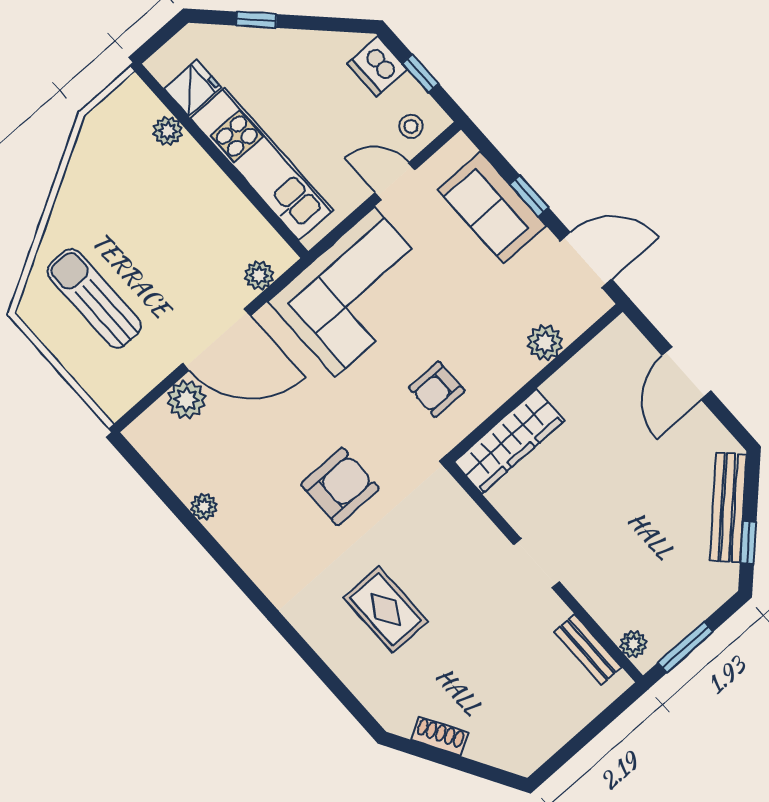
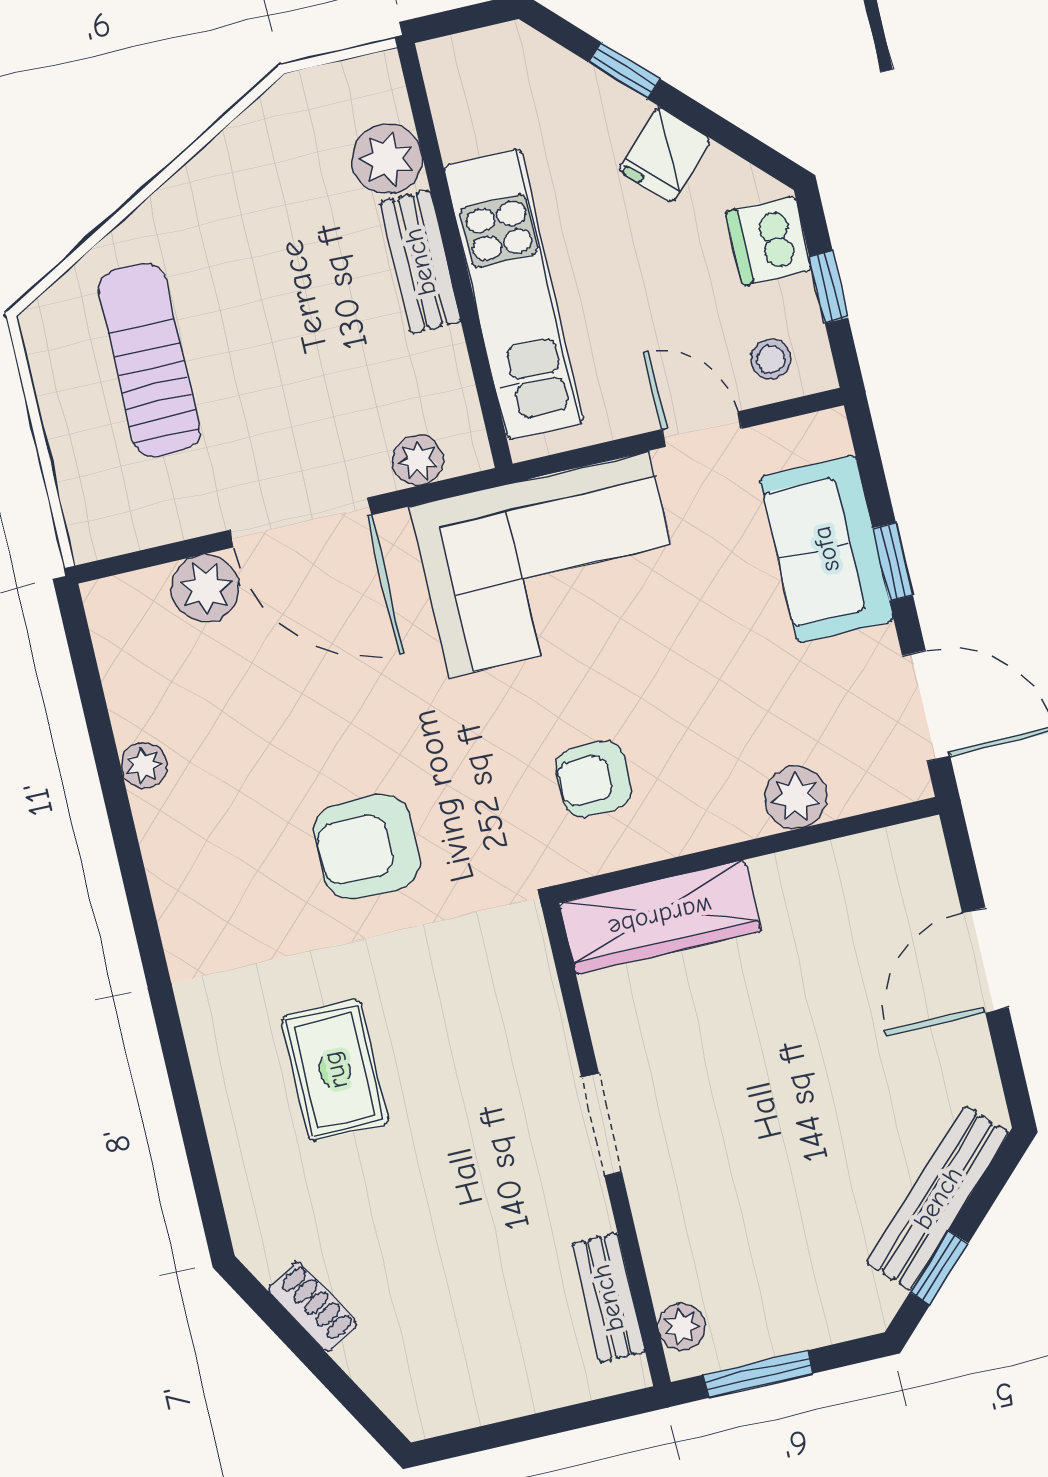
fridge: (193, 88) -> (665, 155), moved, turned 135
plant: (168, 131) -> (387, 159), width x1.38, depth x1.38
bench: (205, 174) -> (420, 262), added
armchair: (340, 487) -> (367, 847), turned 180

